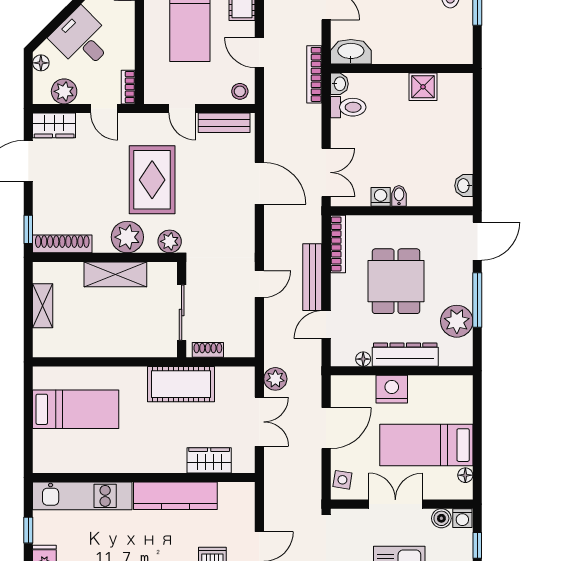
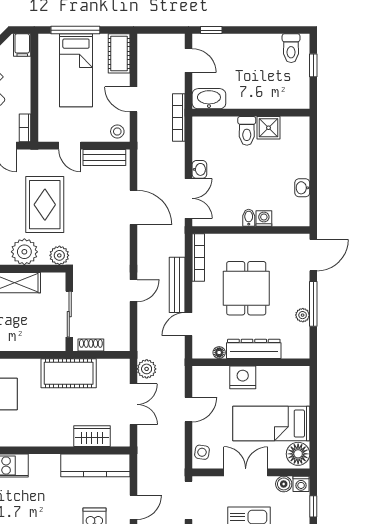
washbasin: (339, 84) -> (199, 169), moved
toilet: (348, 107) -> (247, 131), moved, turned 90
washbasin: (464, 186) -> (302, 188), moved
washing machine: (381, 197) -> (264, 219), moved
plant: (457, 321) -> (303, 315), width x0.53, depth x0.53
door: (326, 428) -> (189, 410), width x0.73
floor lamp: (465, 475) -> (298, 454), width x1.89, depth x1.89
kitchen counter: (175, 496) -> (95, 465), moved

